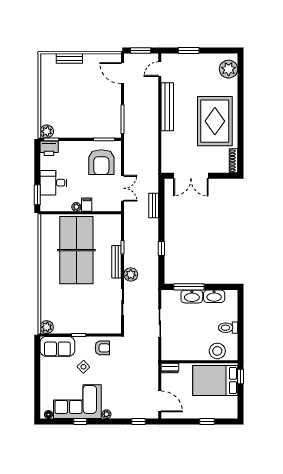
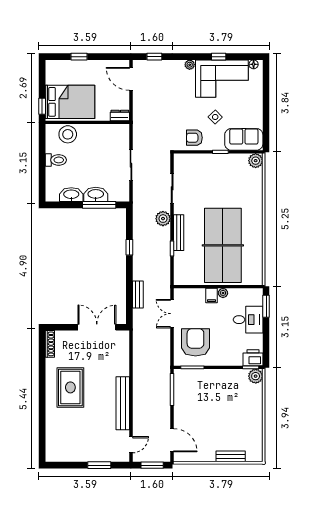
plant: (229, 69) -> (55, 445), removed
rug: (215, 121) -> (70, 387), width x0.73, depth x0.69

